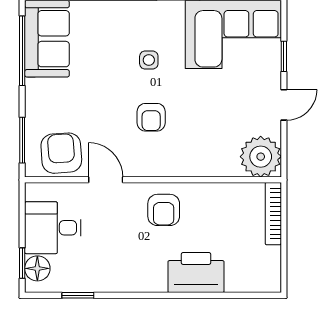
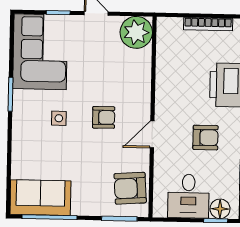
door: (106, 180) -> (152, 134), moved
armchair: (164, 210) -> (205, 138), moved
bookcase: (273, 214) -> (208, 24), moved

